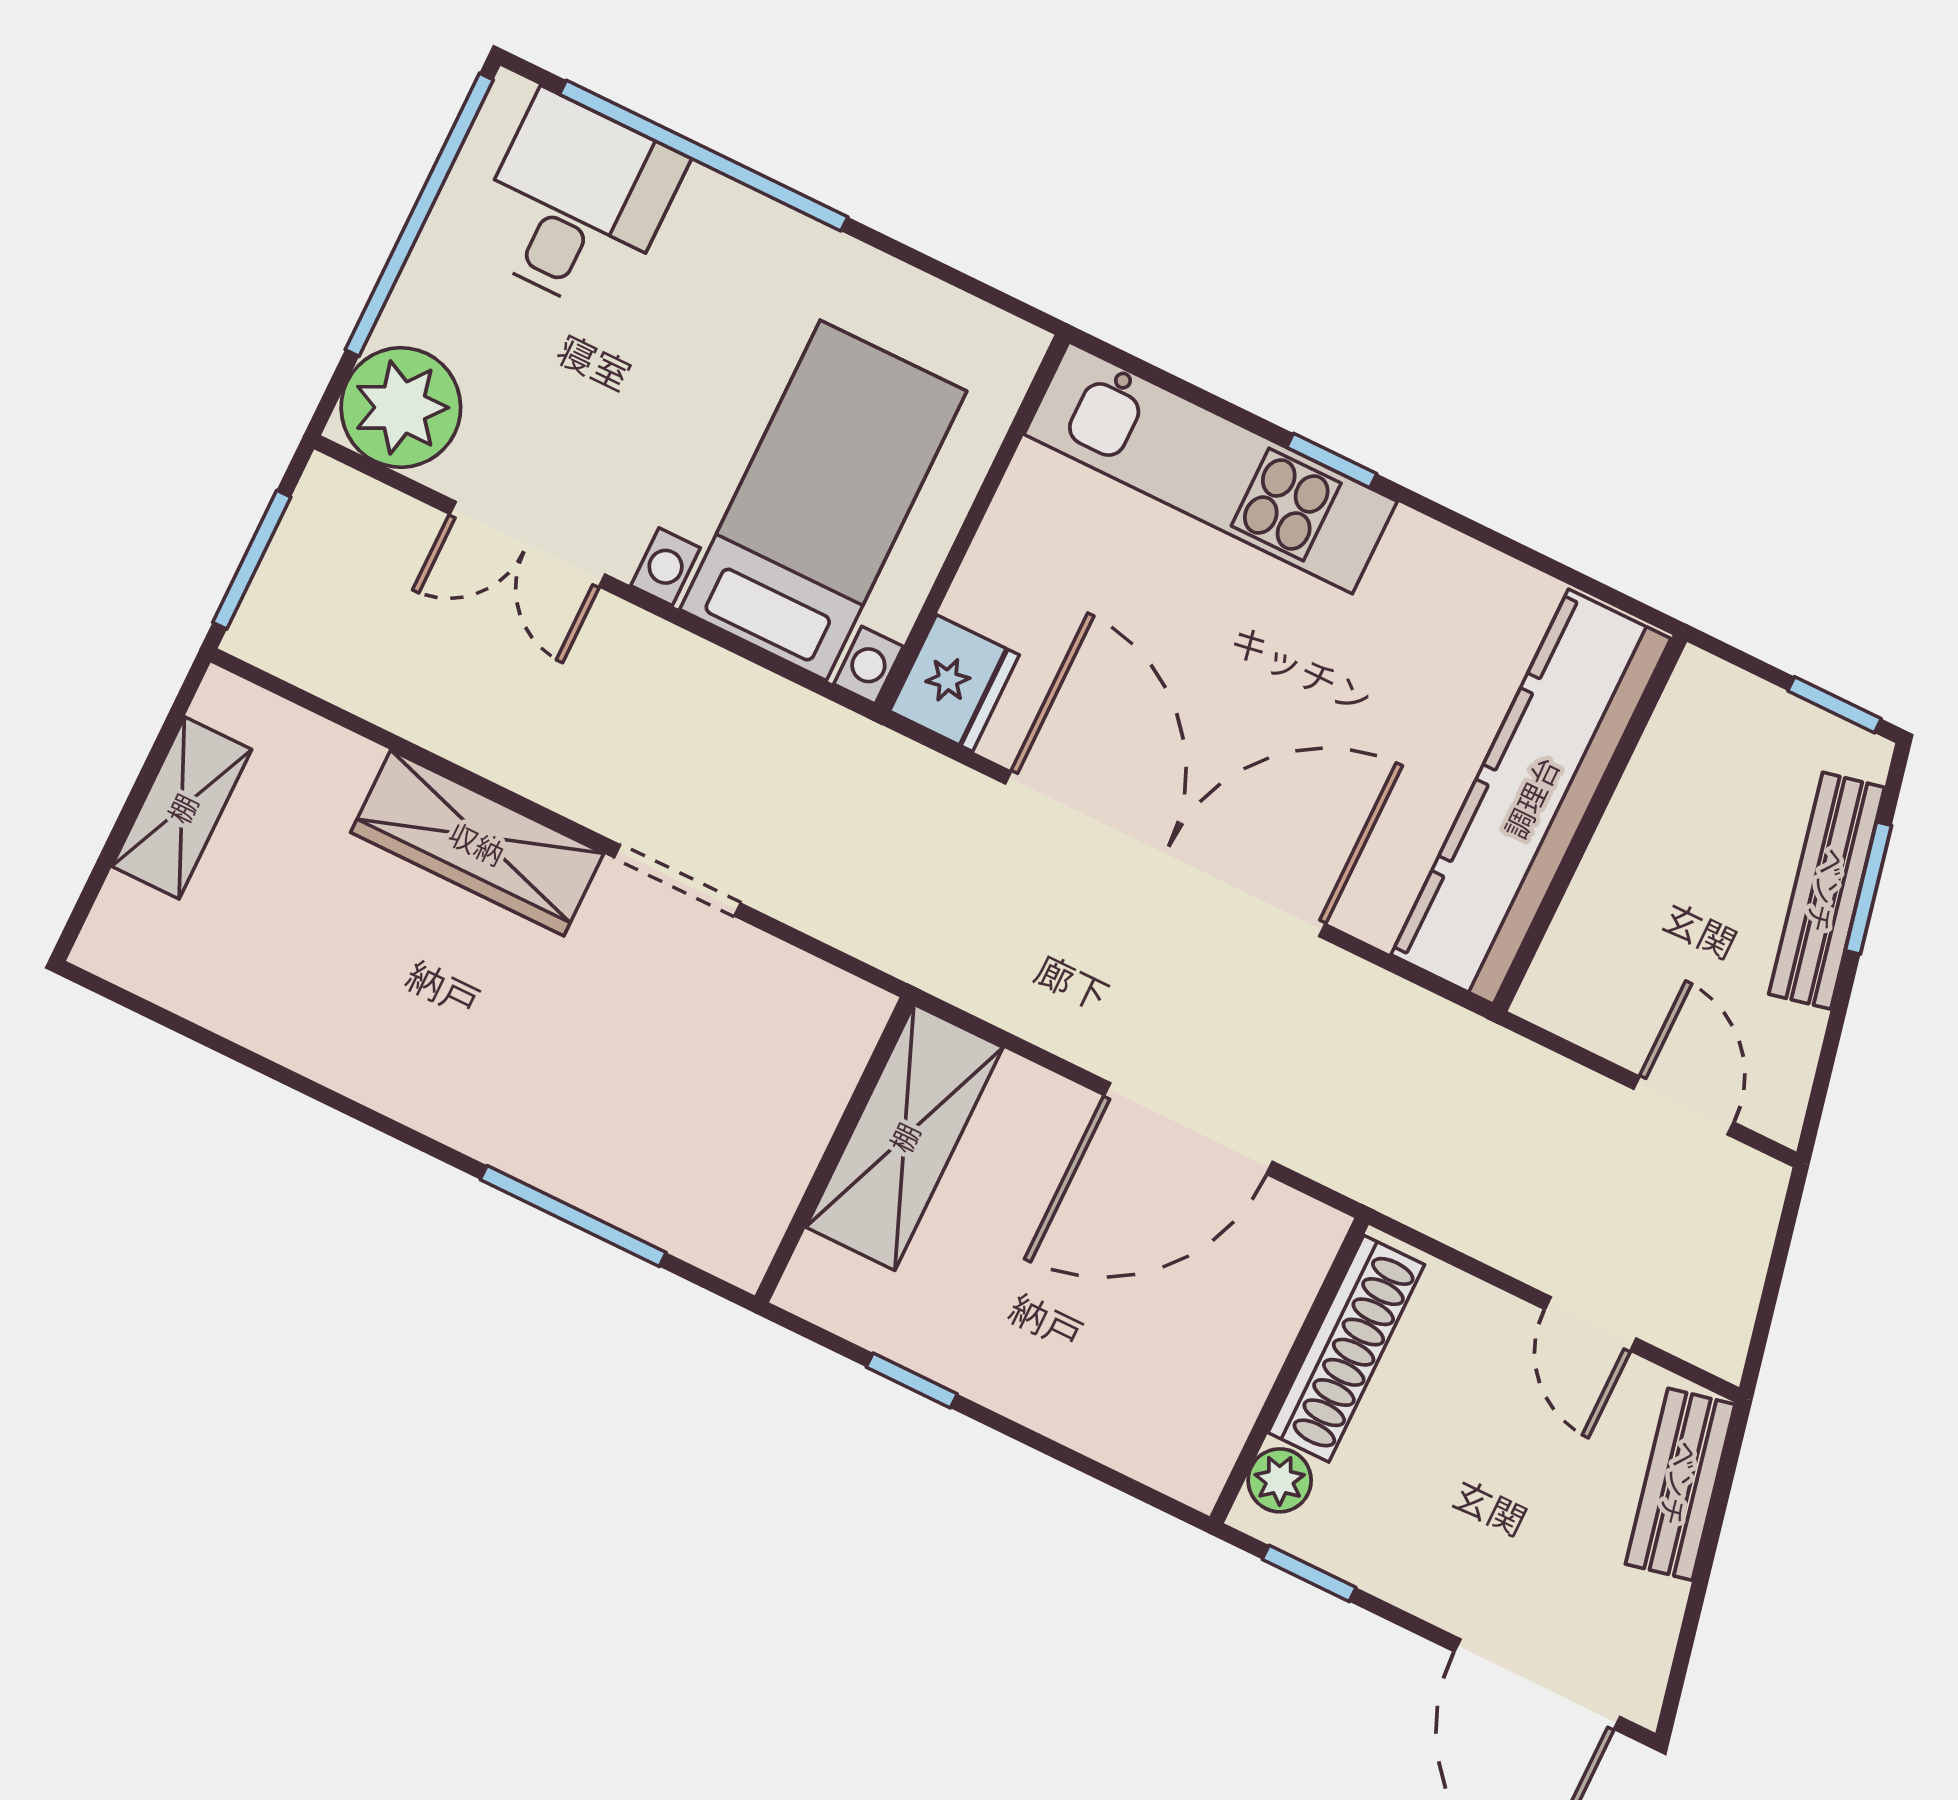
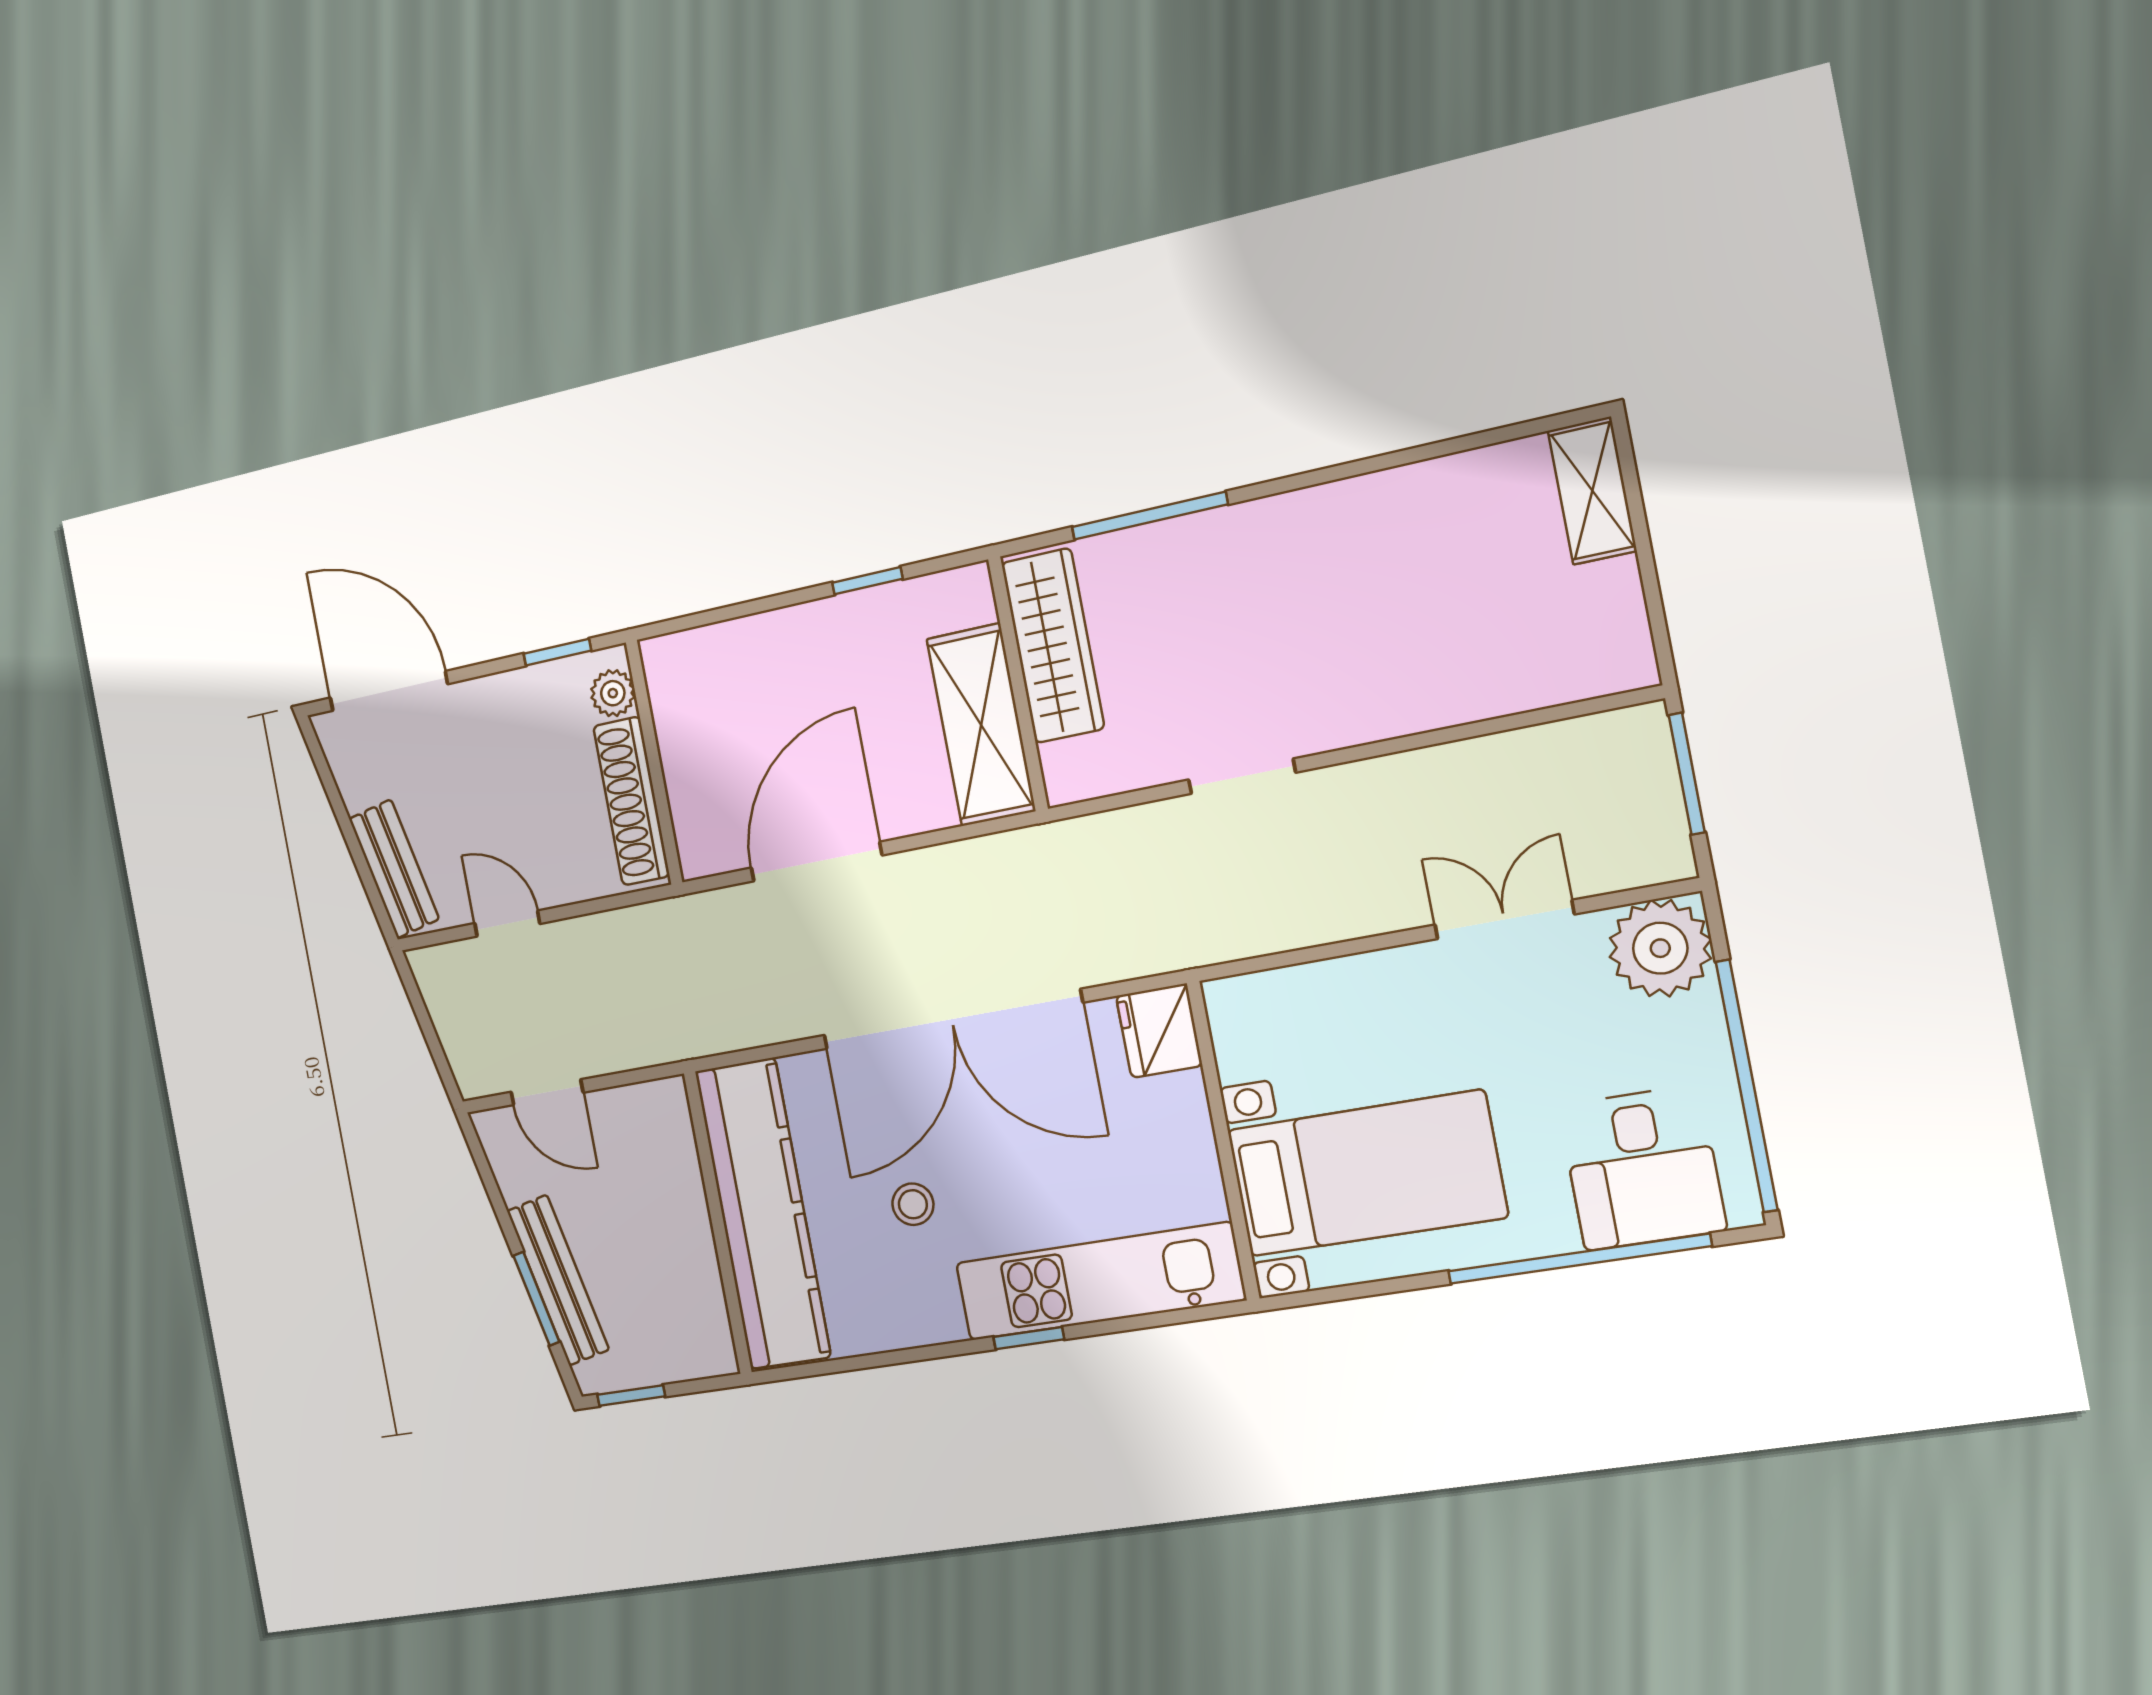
bed with nightstands: (823, 500) -> (1366, 1174), moved, turned -90
stool: (1354, 689) -> (913, 1204), added
shelving: (182, 808) -> (1592, 491), moved
wardrobe: (477, 843) -> (1053, 646), moved, turned 90

